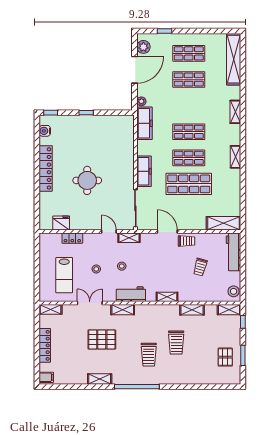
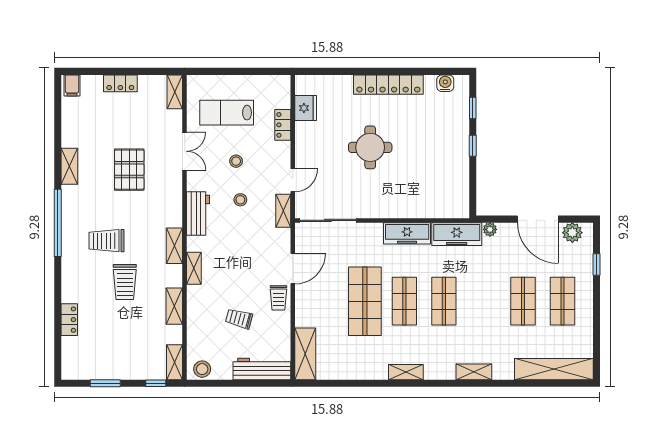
window: (51, 113) -> (473, 108), moved
freezer: (144, 171) -> (407, 233), moved
shelving: (123, 310) -> (174, 246), moved
trolley: (176, 342) -> (125, 282), turned -90
locker: (45, 345) -> (120, 83), width x0.66
pallet: (225, 357) -> (103, 356), removed
locker: (201, 379) -> (69, 320), added

